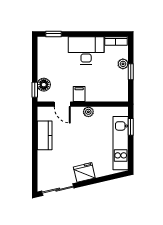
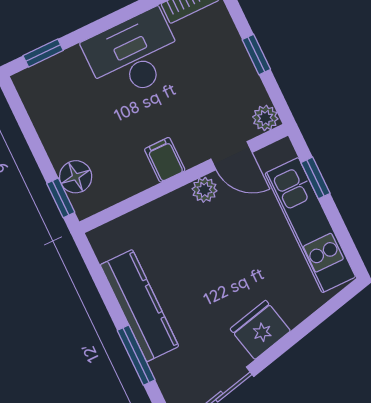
plant: (123, 64) -> (265, 118), moved
door: (62, 104) -> (231, 156), moved
kitchen counter: (45, 135) -> (139, 306), width x1.50
window: (35, 160) -> (136, 355), added

